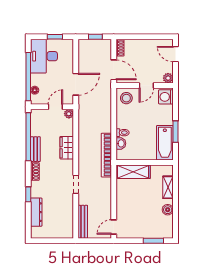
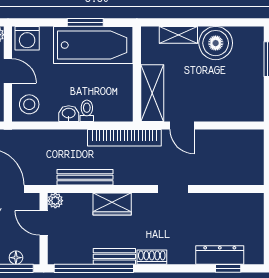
washbasin: (121, 143) -> (69, 114), moved
bathtub: (165, 143) -> (93, 45), width x1.36, depth x1.36
window: (28, 194) -> (228, 268), moved
boiler: (168, 210) -> (216, 43), width x1.86, depth x1.86
bench: (83, 222) -> (85, 177), moved
door: (114, 227) -> (182, 126), moved

